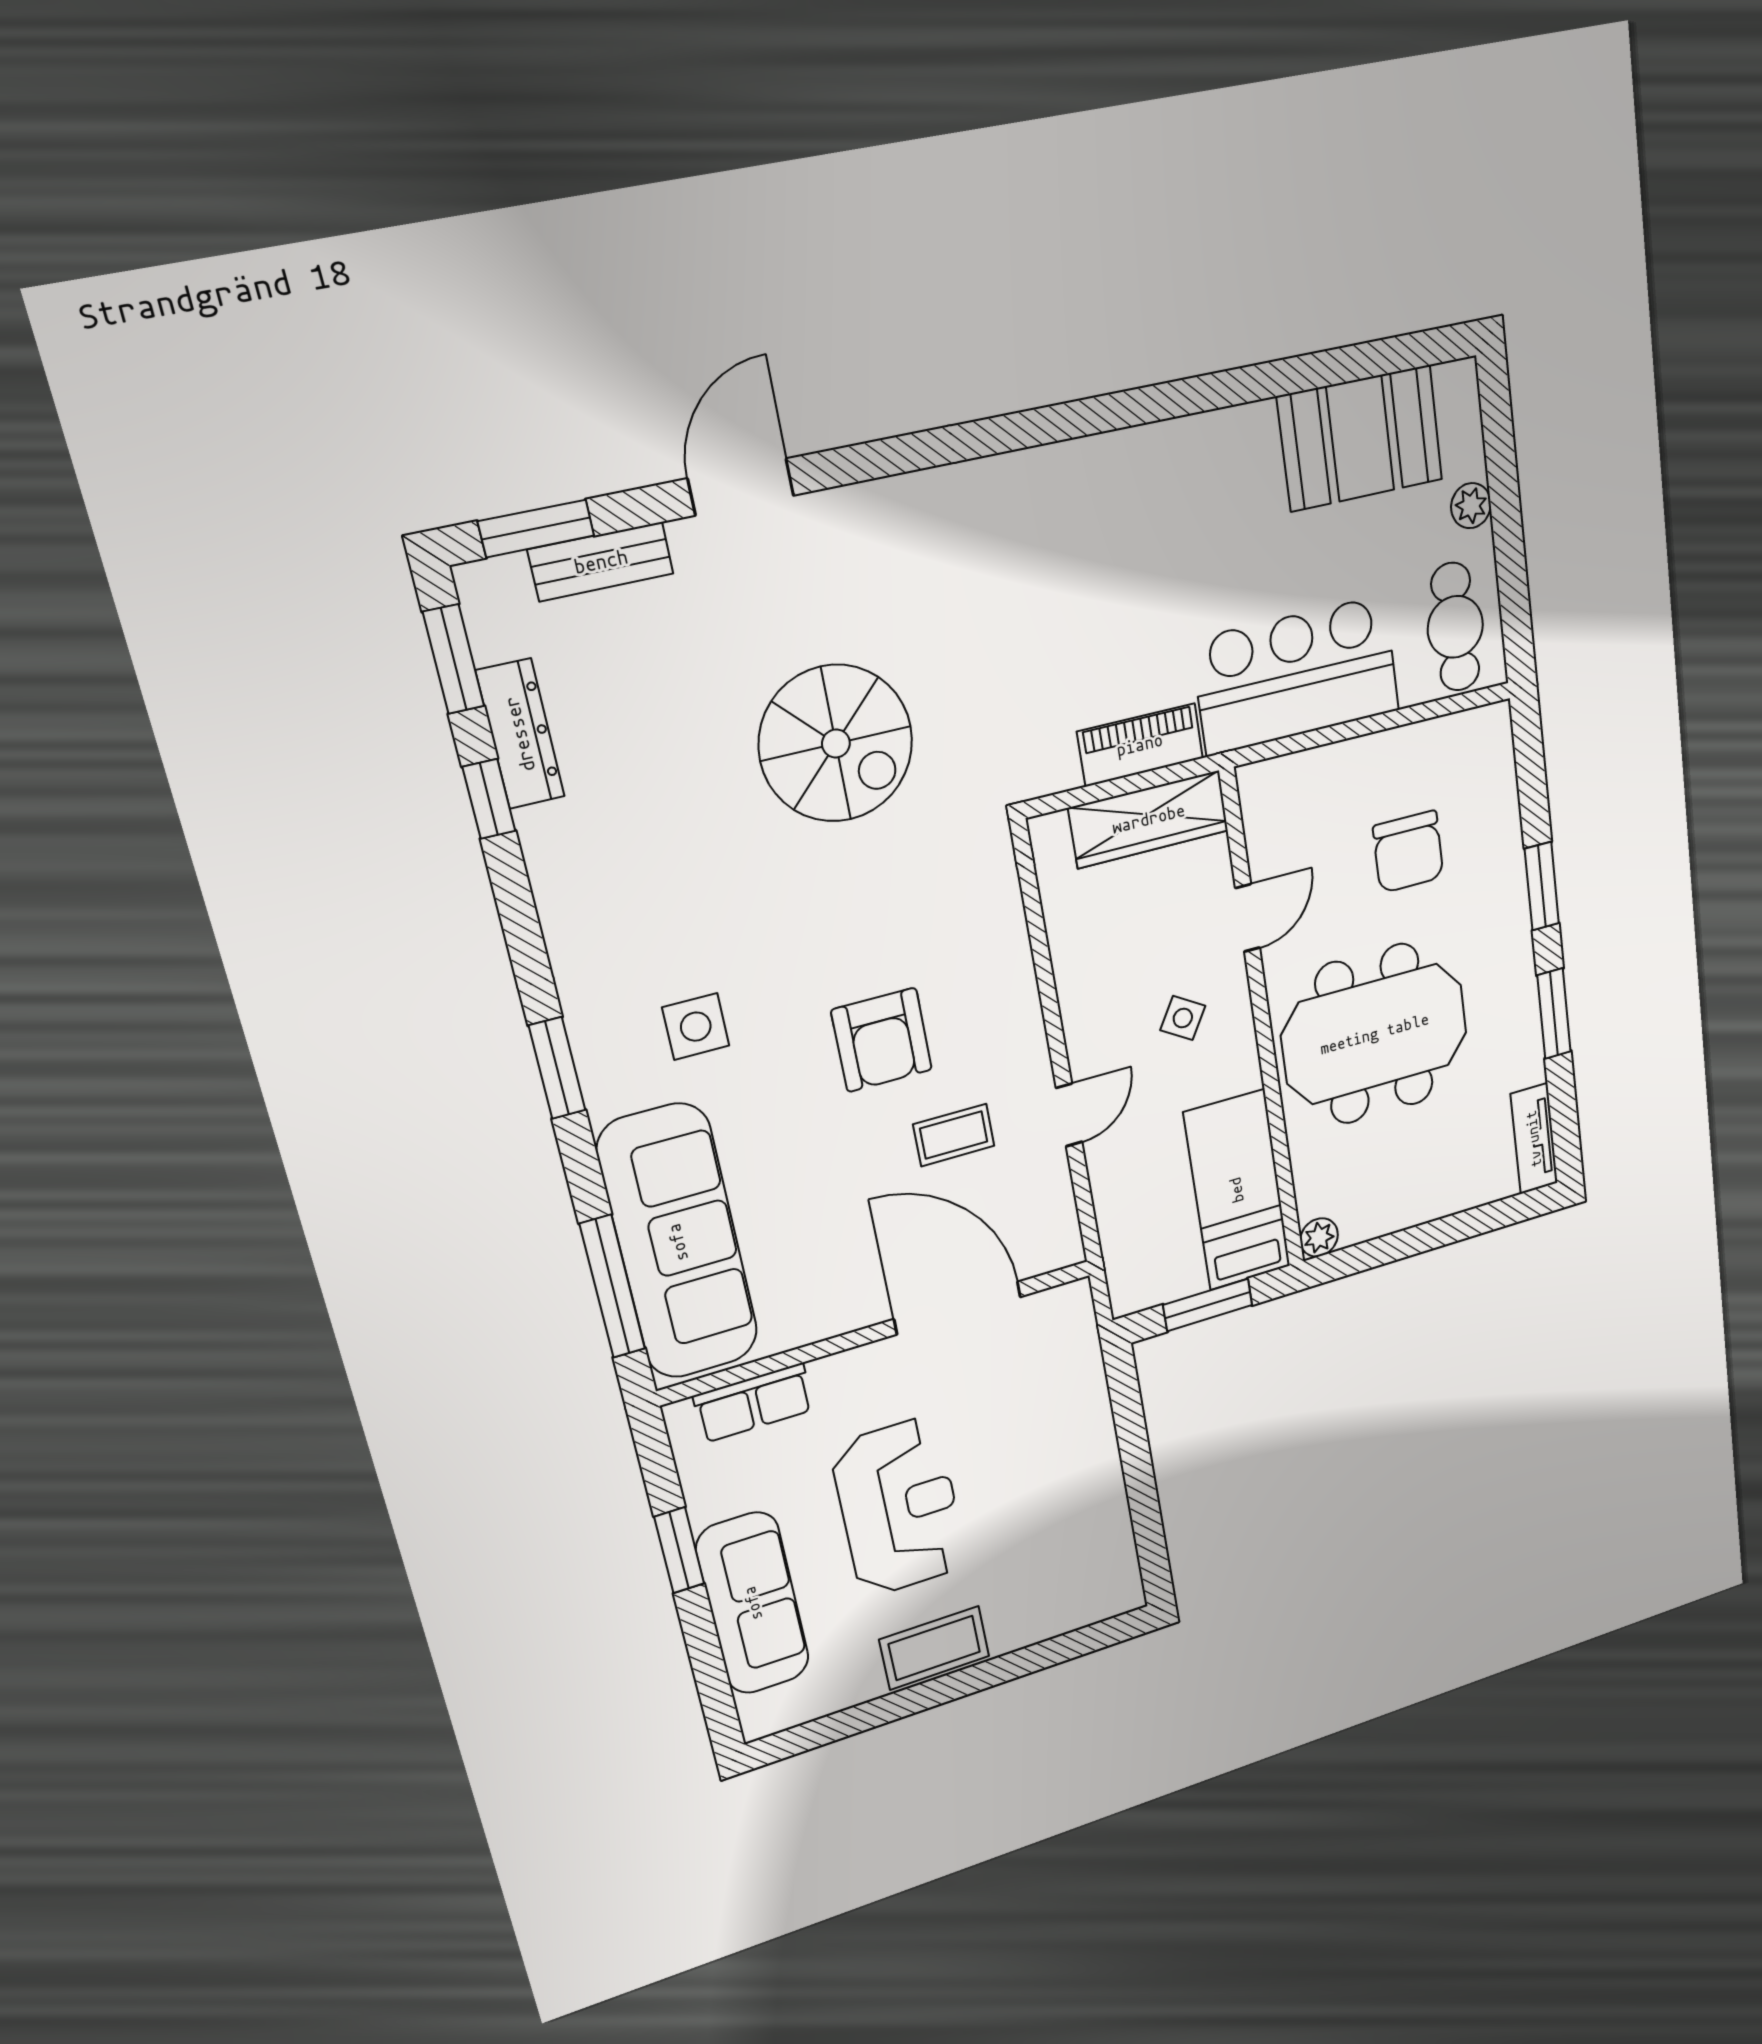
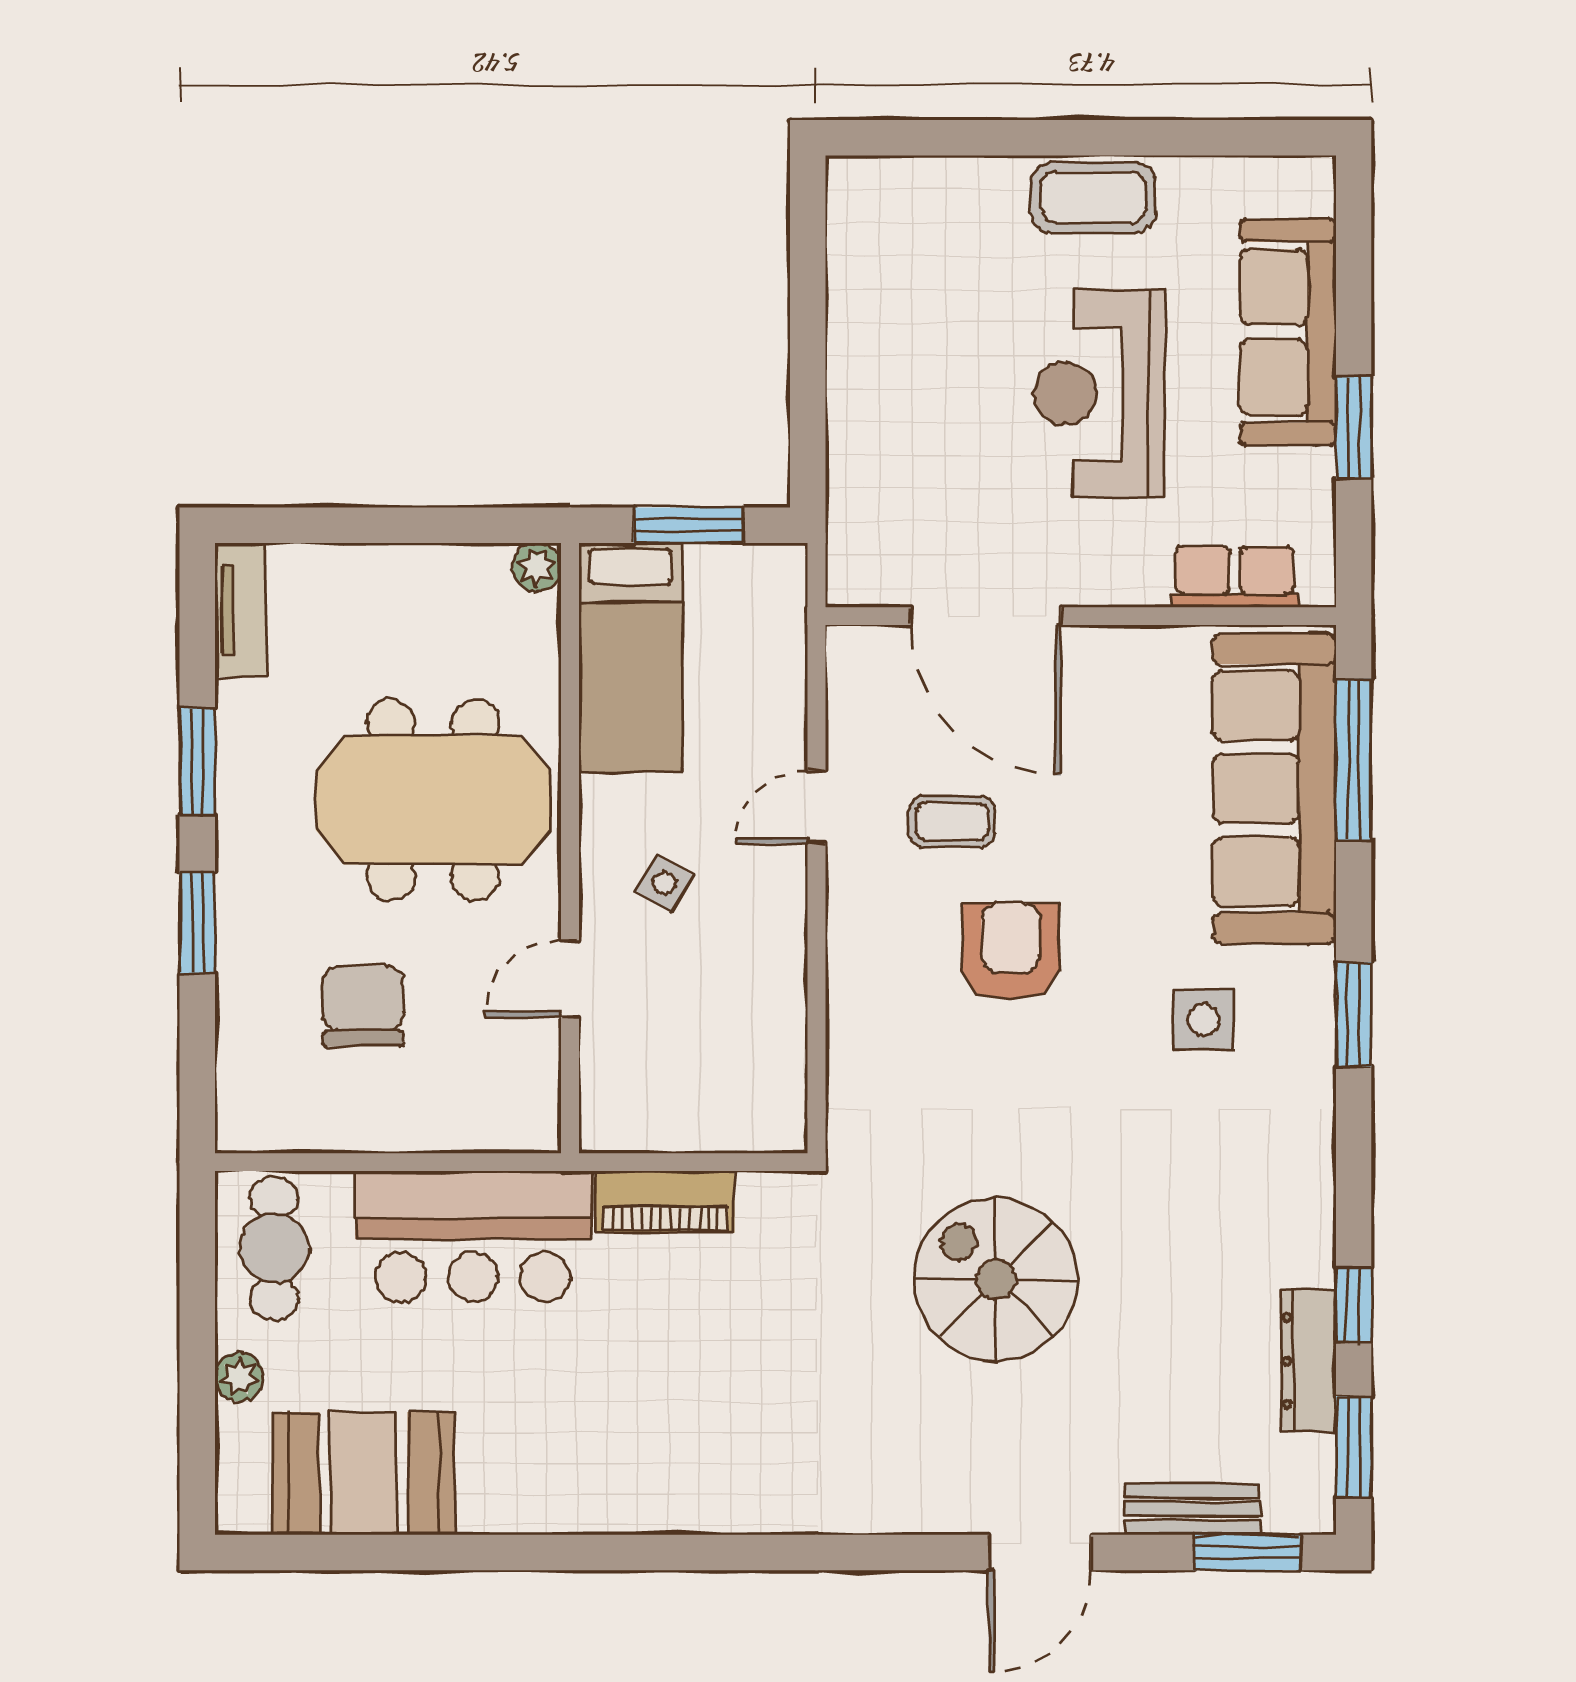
wardrobe: (1149, 819) -> (669, 1118), removed

